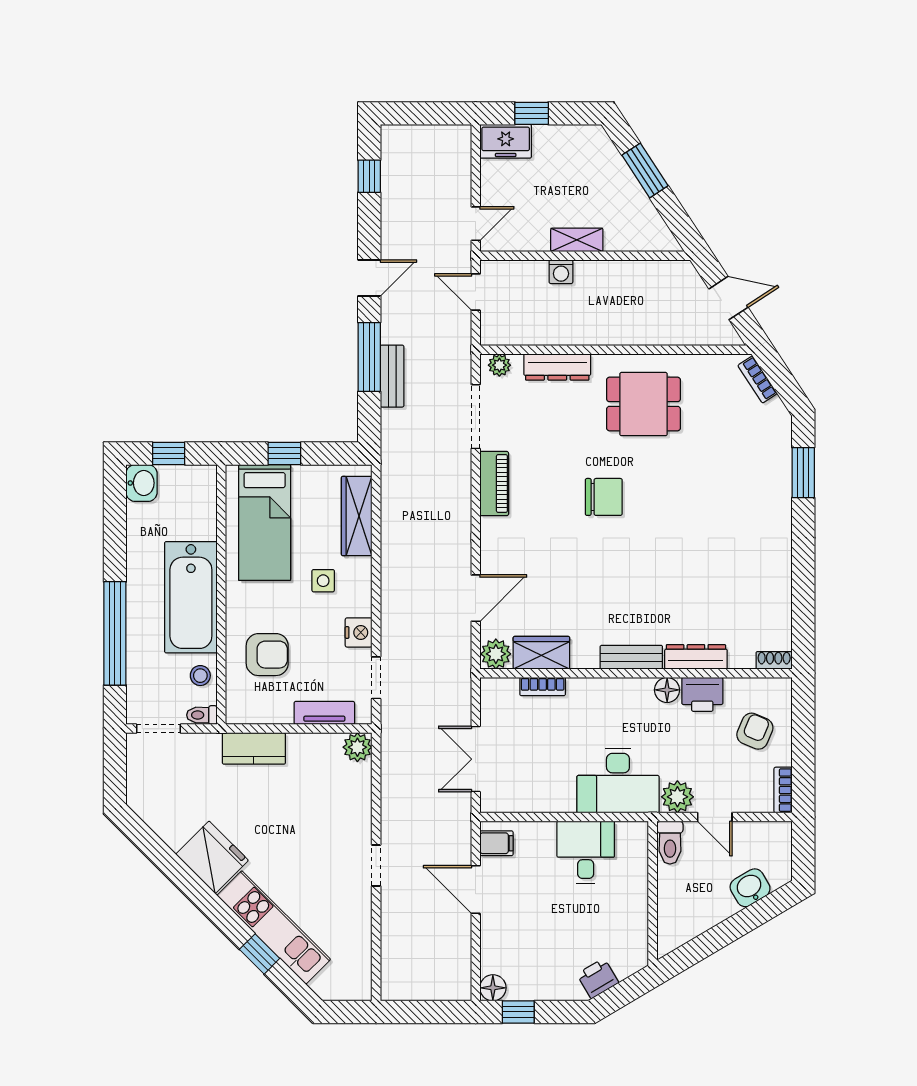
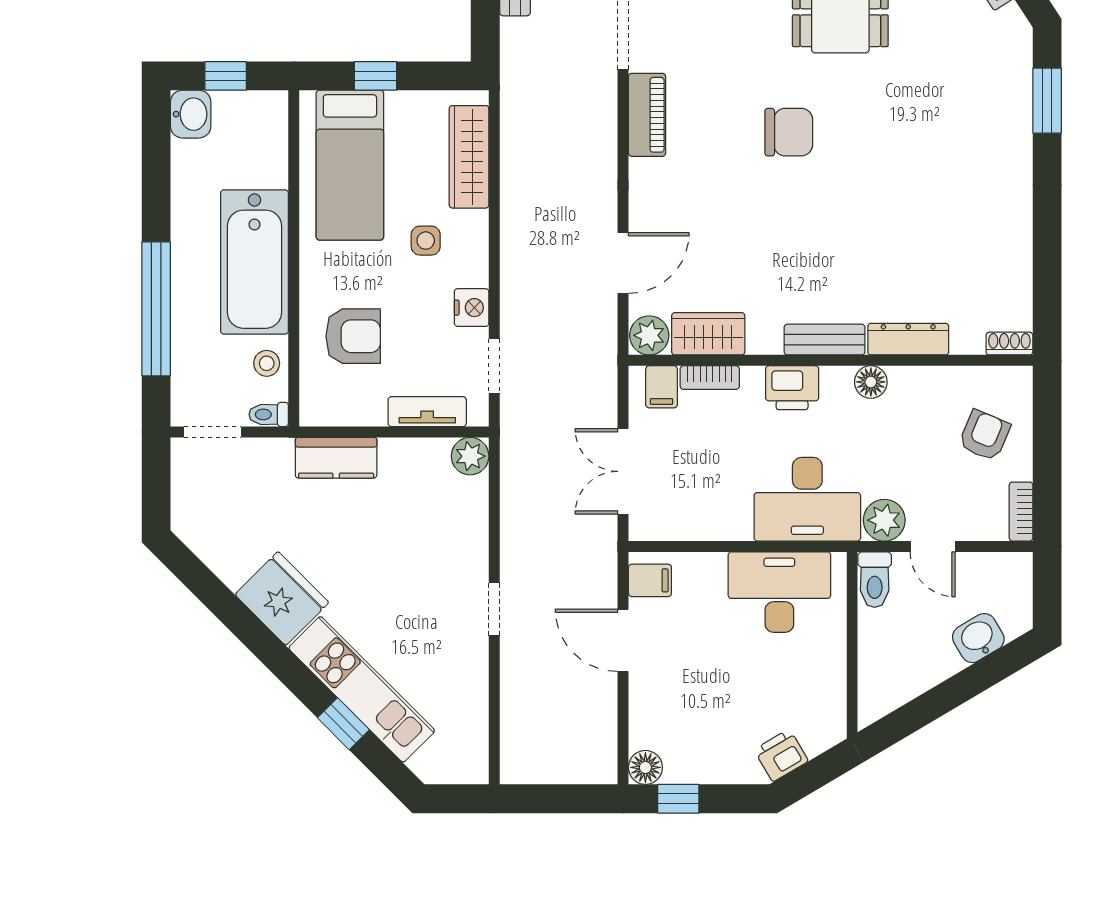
filing cabinet: (505, 694) -> (662, 387), added
printer: (702, 694) -> (792, 388), moved
desk: (586, 852) -> (779, 592), width x1.37

